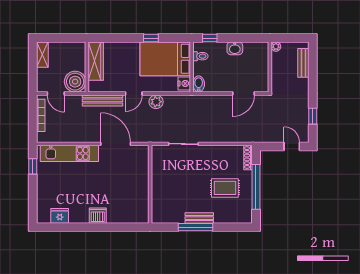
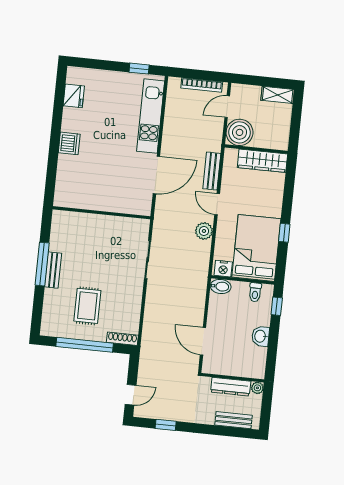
dresser: (277, 68) -> (231, 387), added
bench: (103, 100) -> (212, 171), width x0.73

